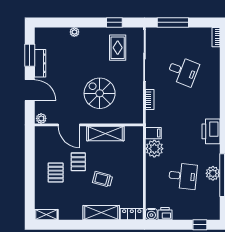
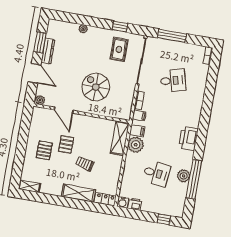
desk: (183, 71) -> (173, 81), turned -36
filing cabinet: (152, 116) -> (139, 115), added
shelving: (105, 133) -> (120, 138), moved, turned 90

